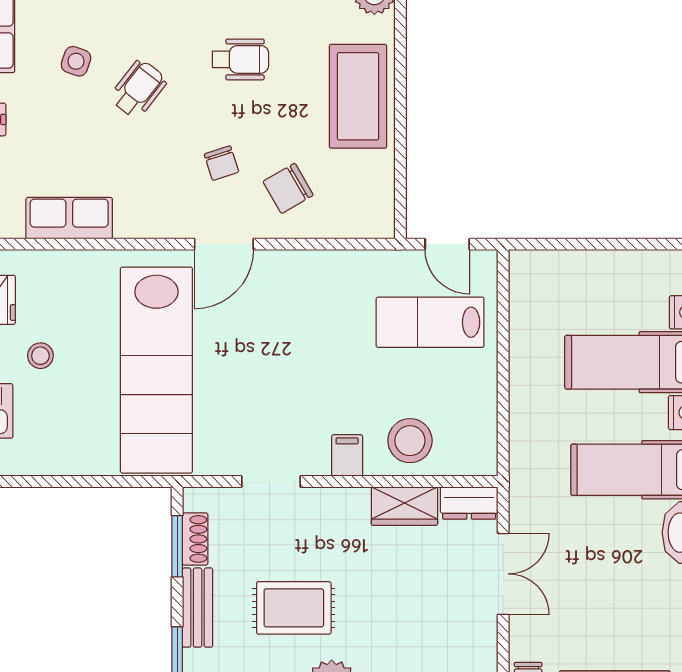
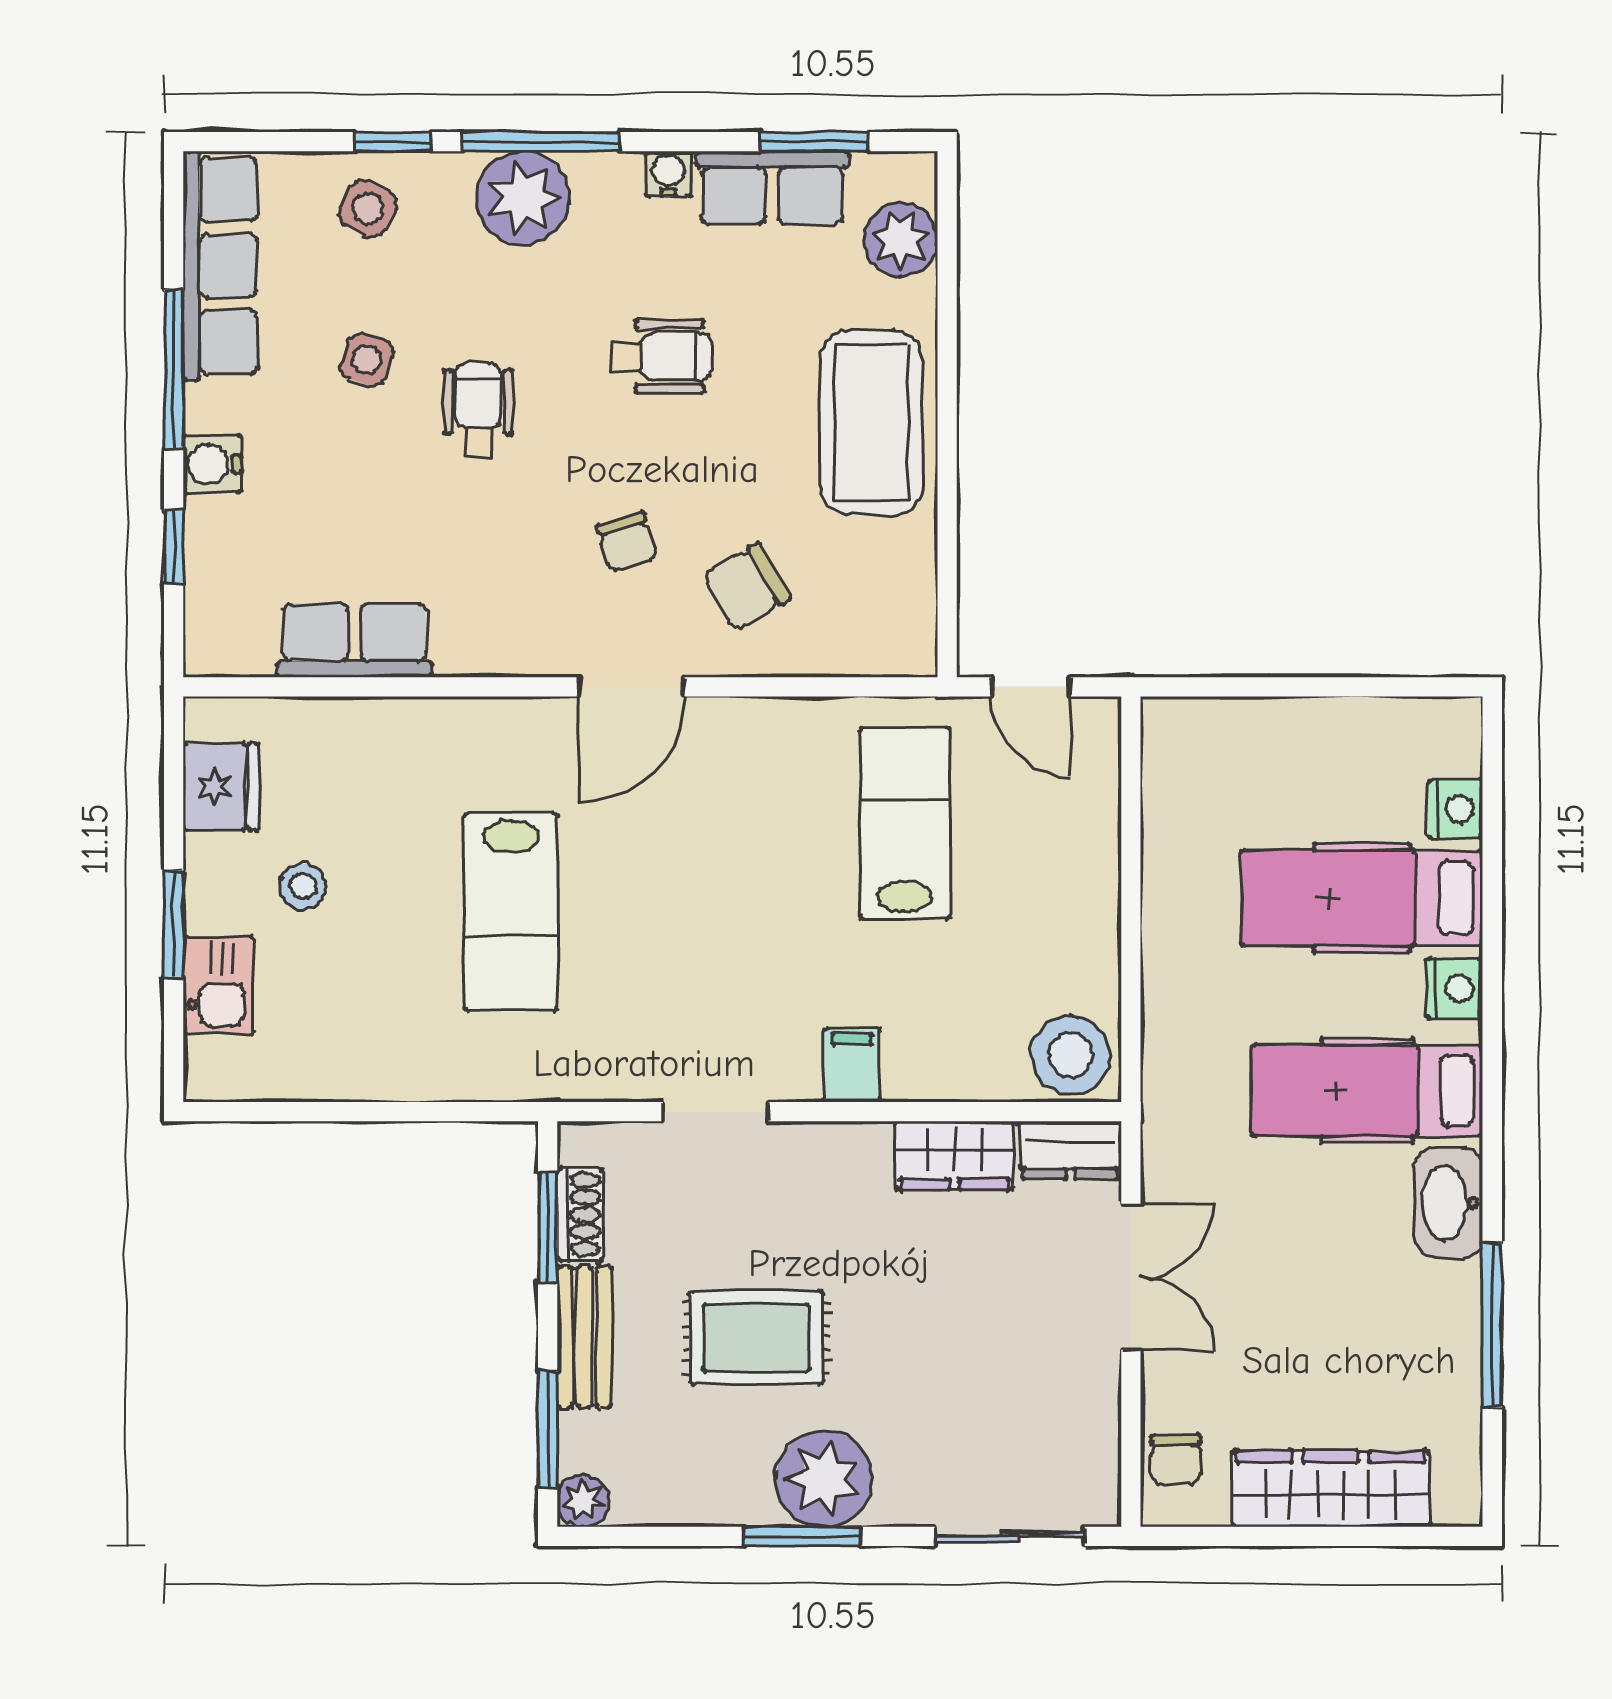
wheelchair: (138, 89) -> (478, 410), turned -38
lab bench: (430, 322) -> (905, 823), moved, turned 90
lab bench: (156, 370) -> (511, 912), width x0.54, depth x0.72
stool: (410, 441) -> (1070, 1055), moved

